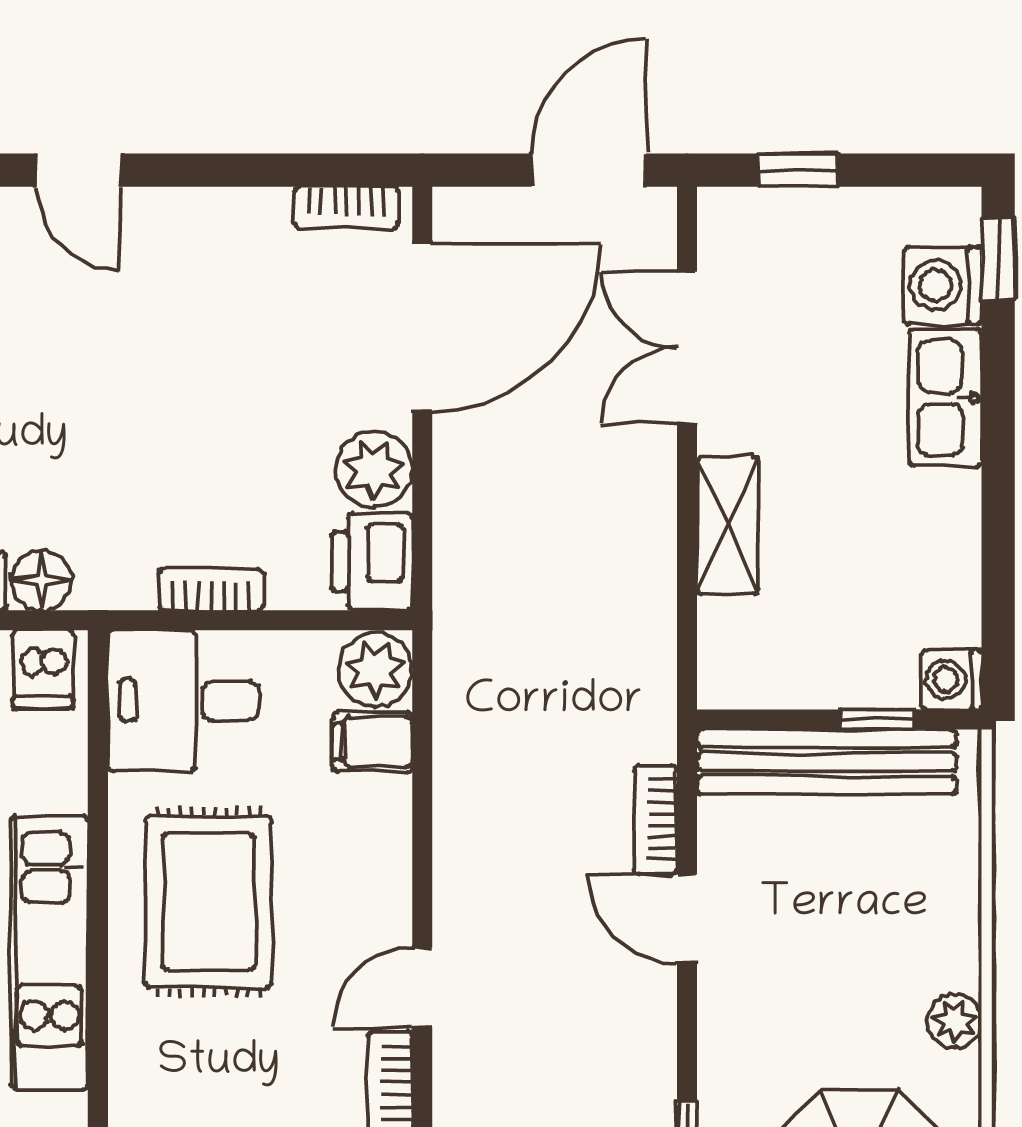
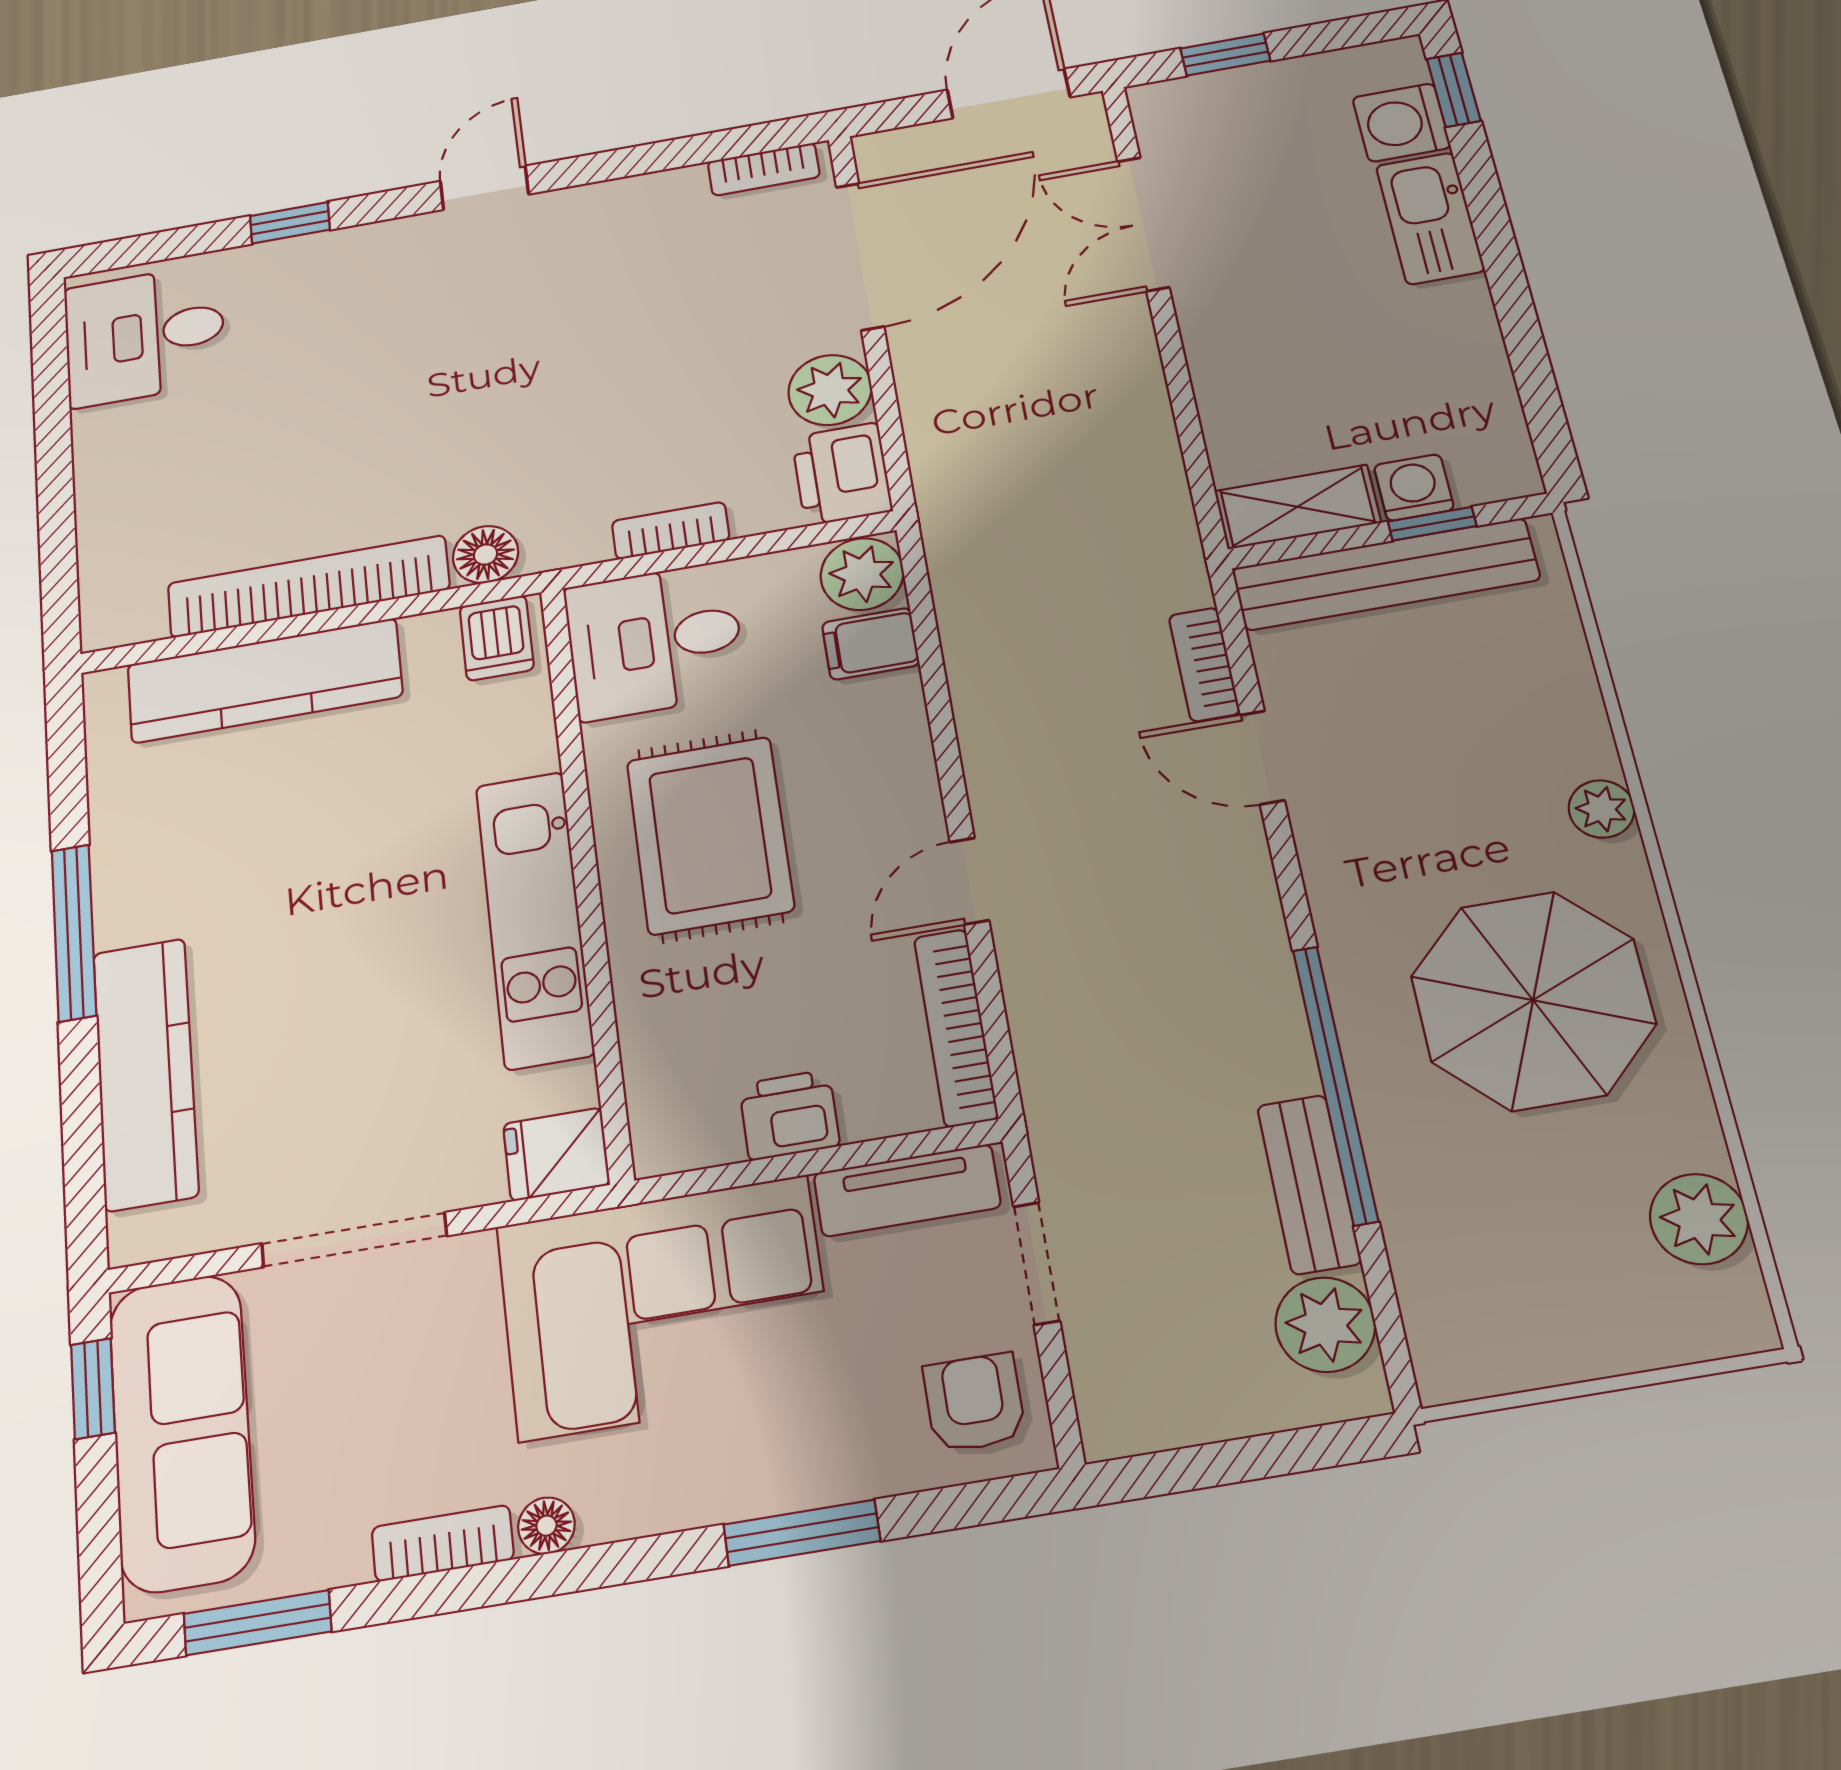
door: (79, 170) -> (484, 188), swing flipped
shelving: (728, 525) -> (1297, 507), moved, turned 90
washing machine: (952, 680) -> (1414, 487), moved, turned 90

